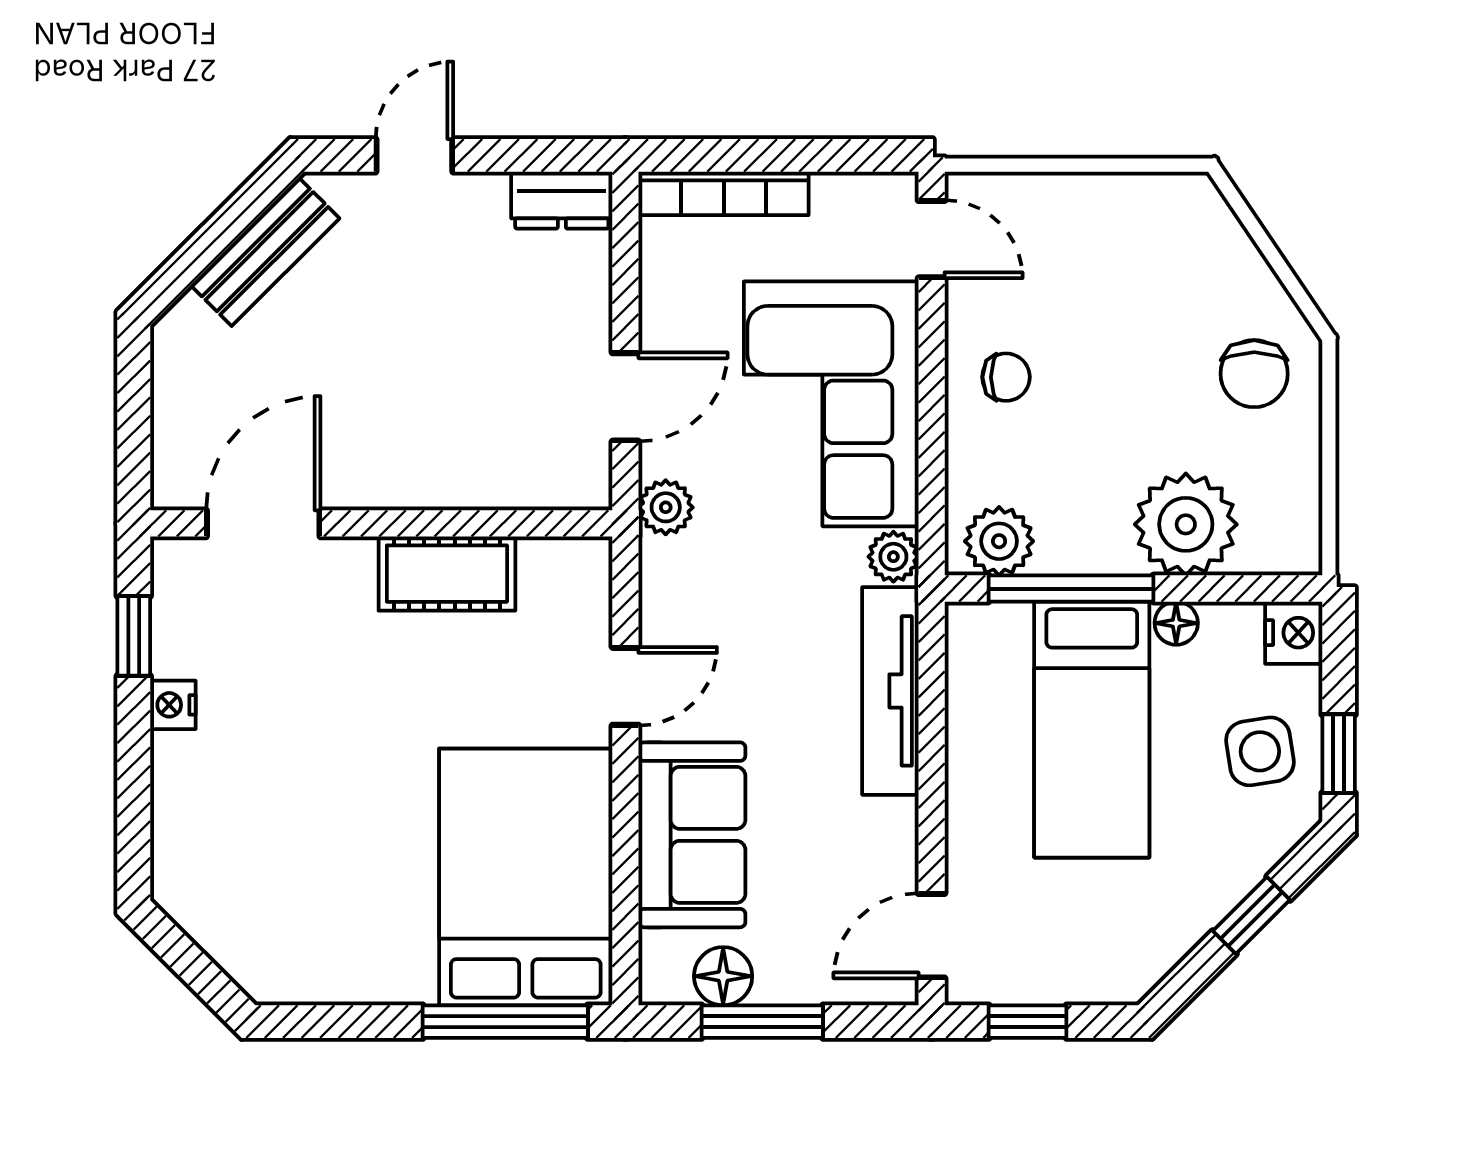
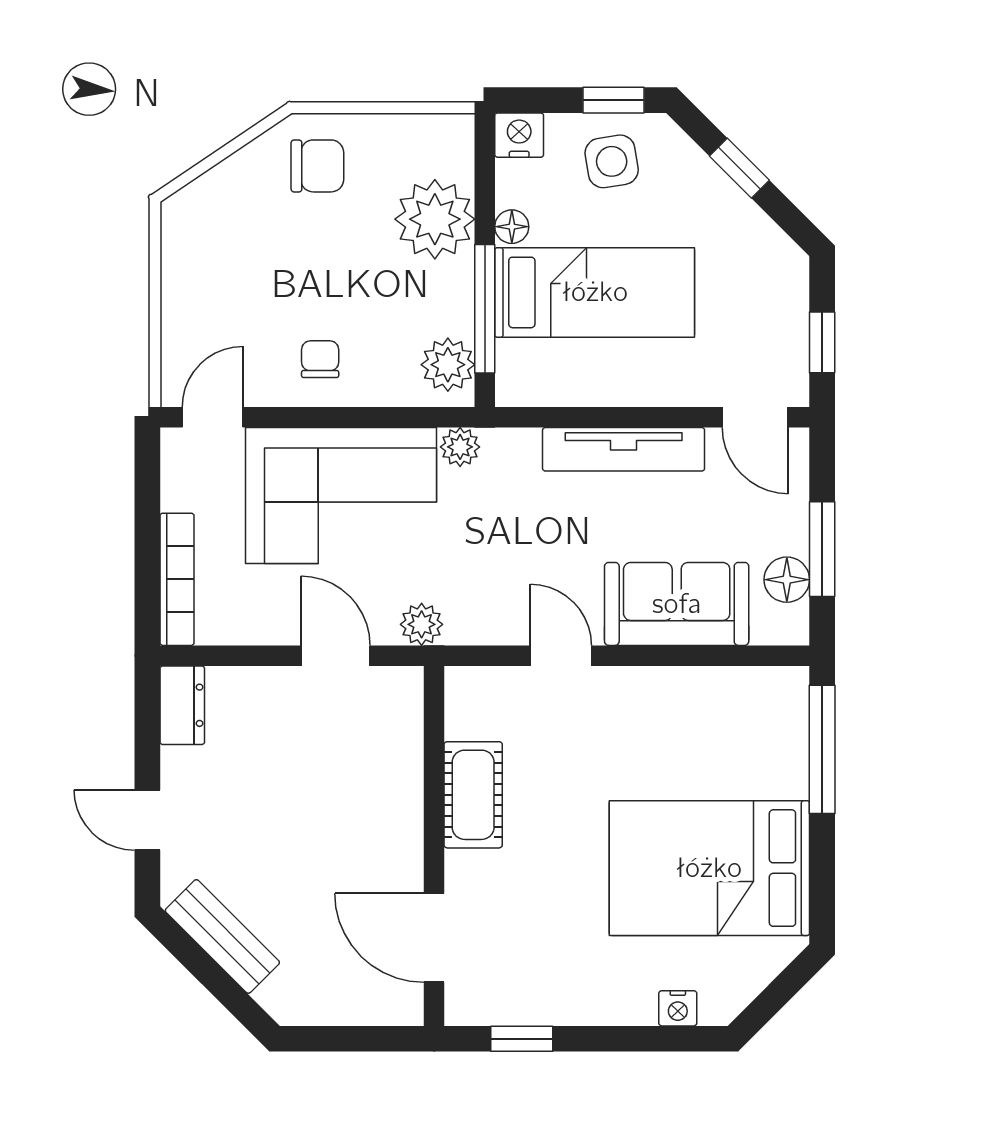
tv unit: (890, 691) -> (624, 449), moved
nightstand: (173, 705) -> (678, 1008), moved
bed: (526, 877) -> (709, 868), moved

